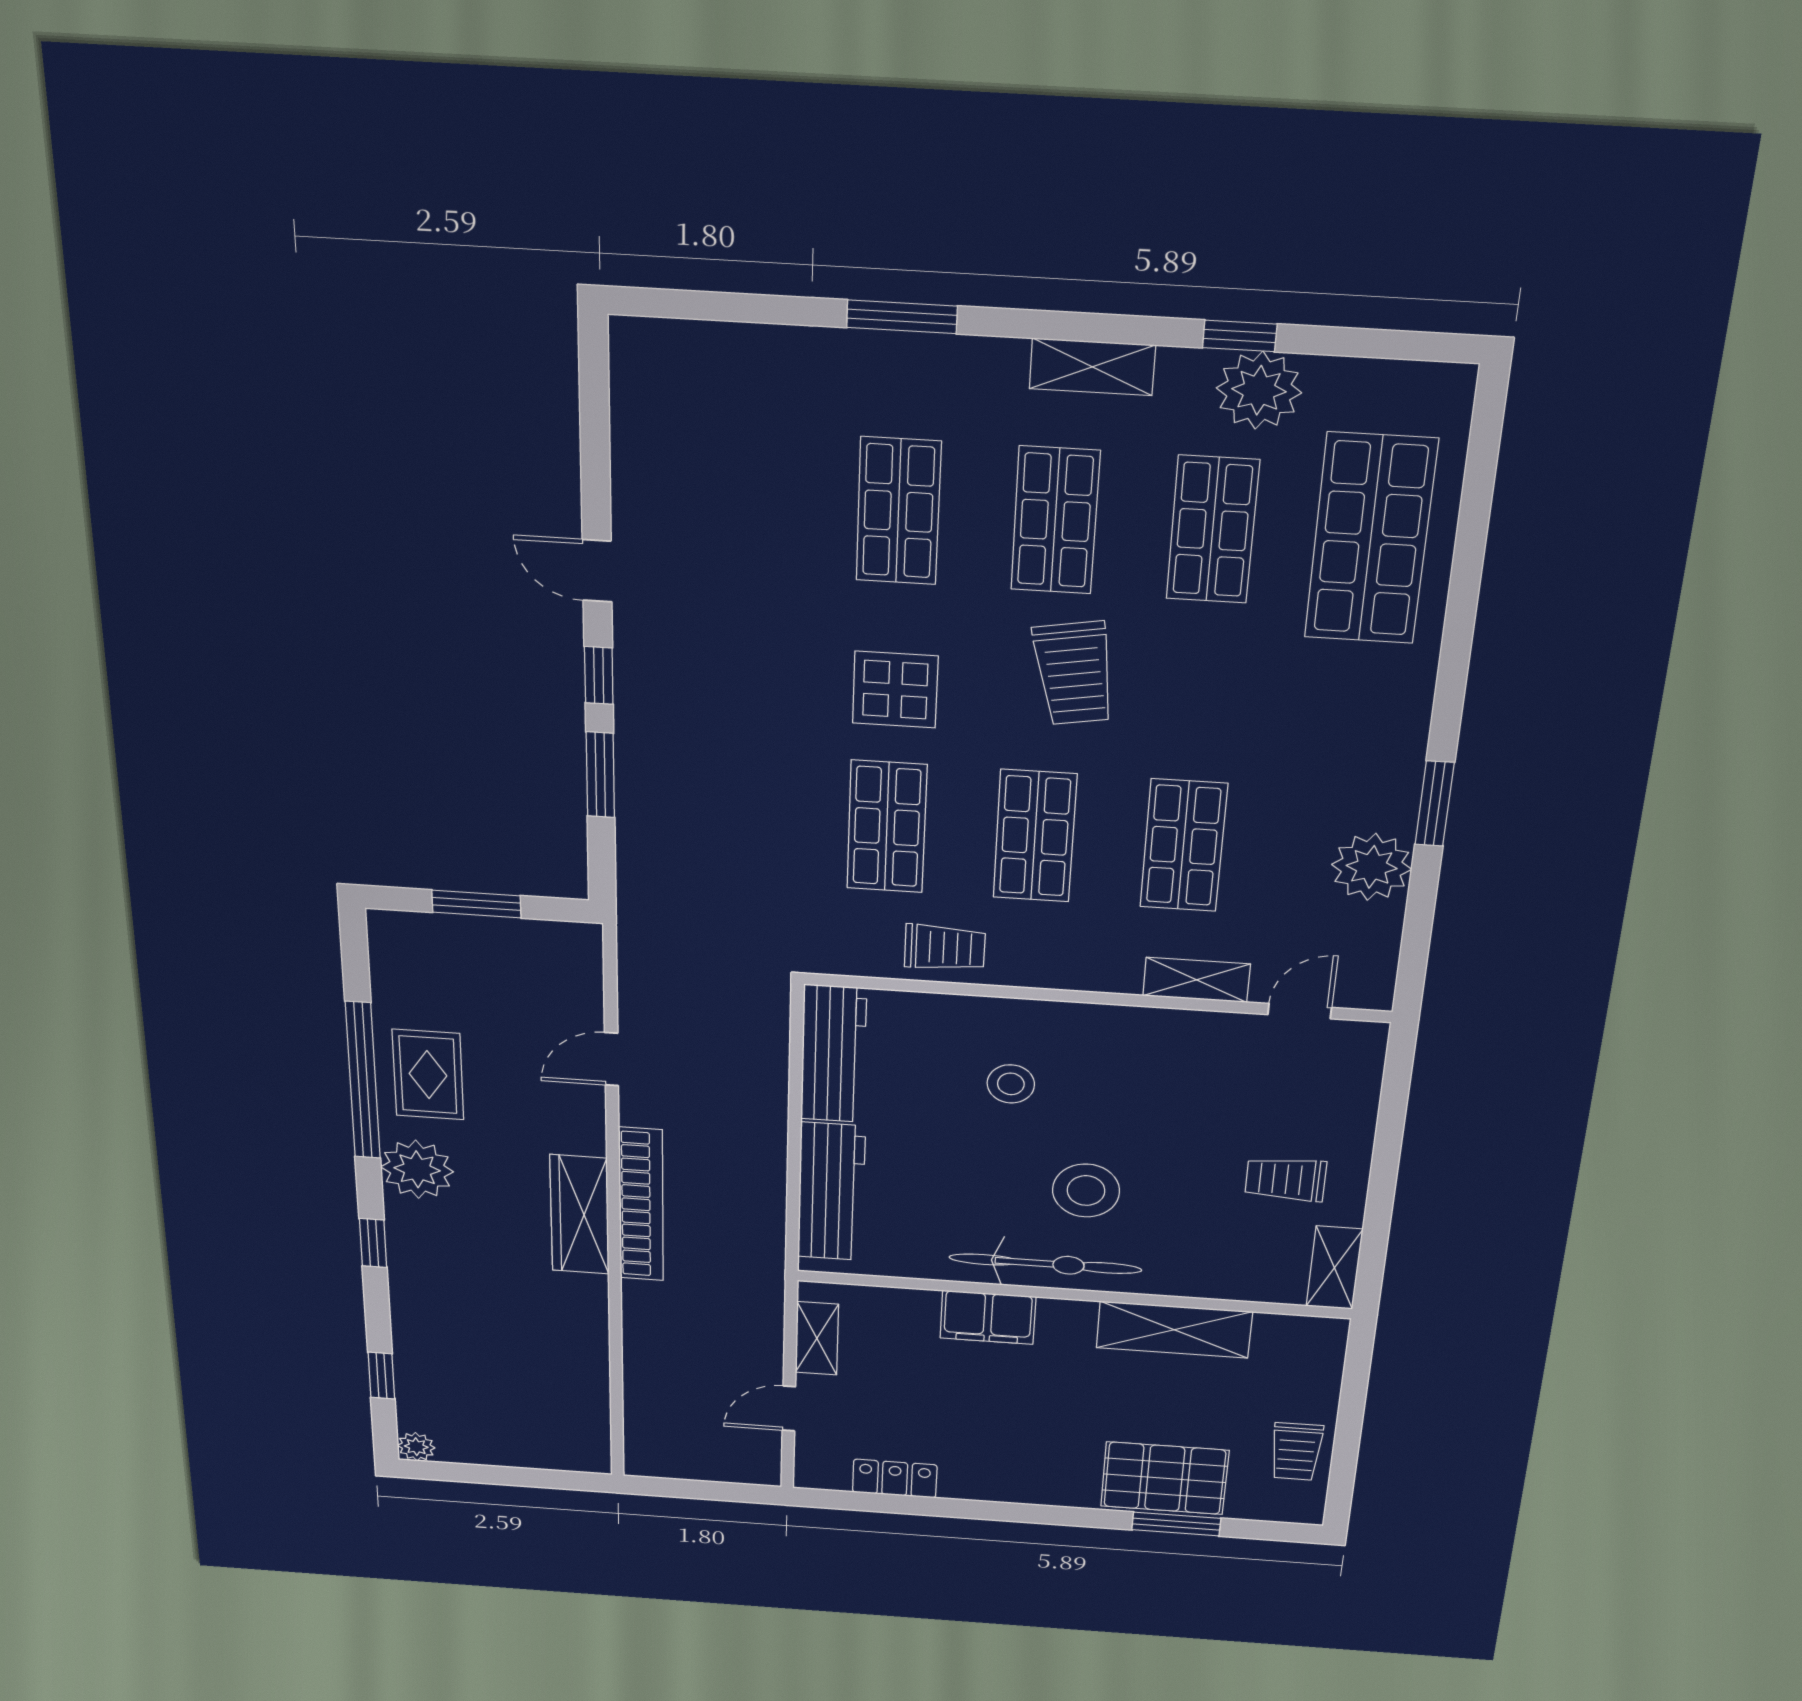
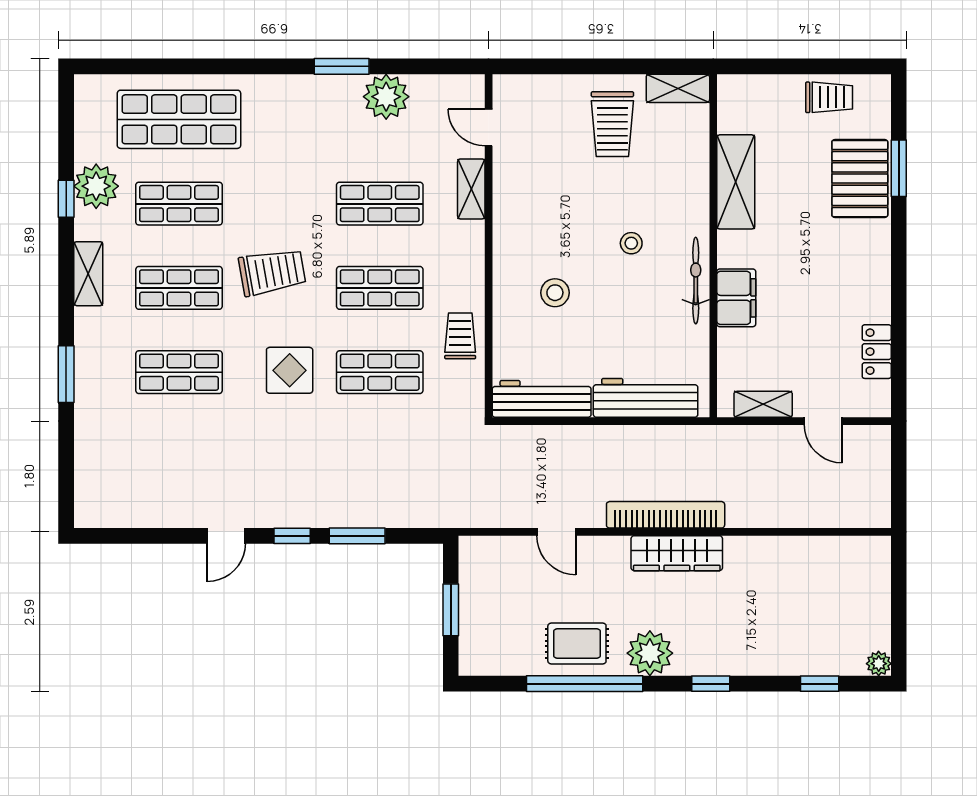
trolley: (1286, 1179) -> (612, 124), width x1.36, depth x1.39
stool: (1086, 1191) -> (631, 243), width x0.53, depth x0.53
bicycle: (1045, 1264) -> (696, 281), width x0.73, depth x0.71

